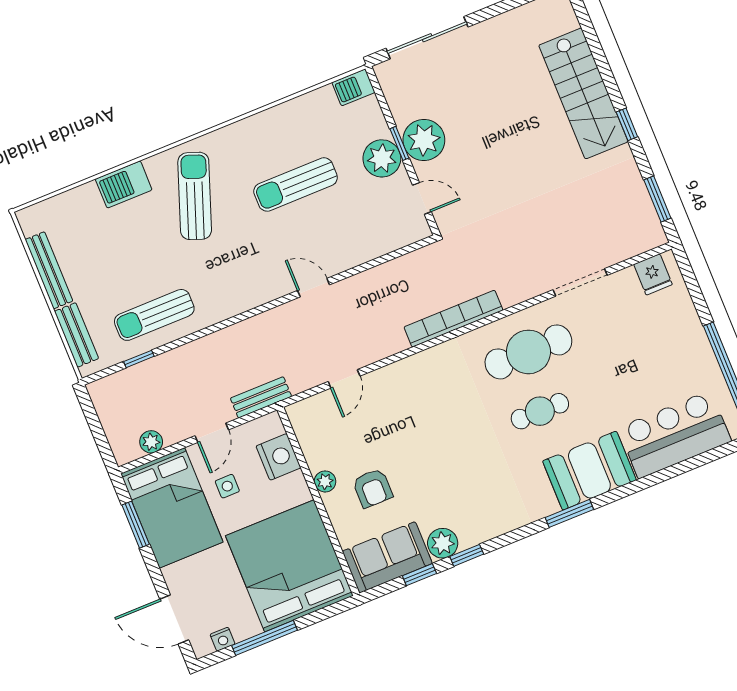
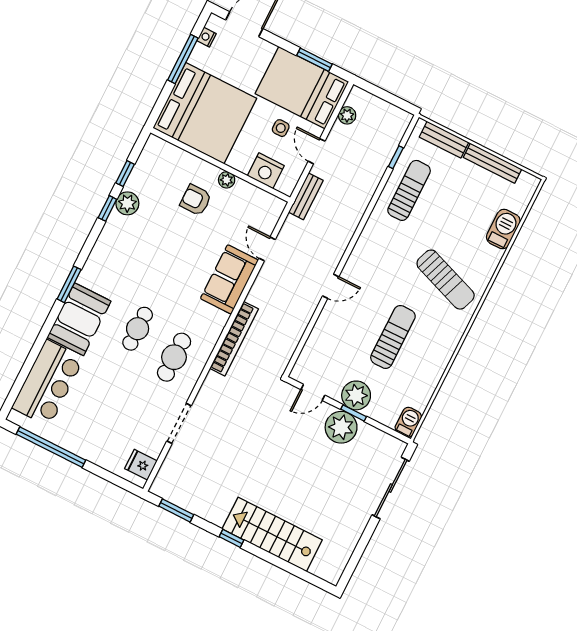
barbecue: (124, 184) -> (503, 229), moved
cafe table: (528, 352) -> (174, 357), width x0.73, depth x0.74
sofa: (387, 557) -> (229, 279), moved, turned 180

